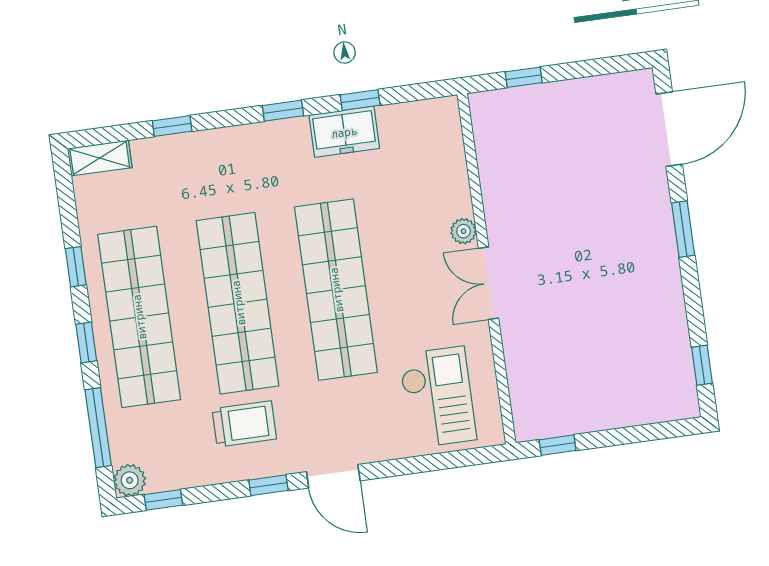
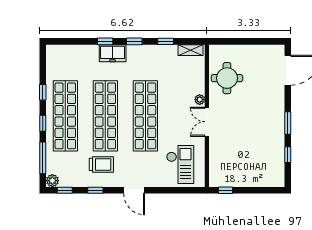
window: (524, 77) -> (232, 41), removed
window: (172, 126) -> (105, 41), moved
freezer: (344, 132) -> (113, 53), moved
shelving: (100, 158) -> (191, 50), moved
round table: (523, 169) -> (227, 78), added
window: (683, 229) -> (288, 123), moved
window: (702, 365) -> (288, 155), moved
window: (268, 485) -> (95, 190), moved

